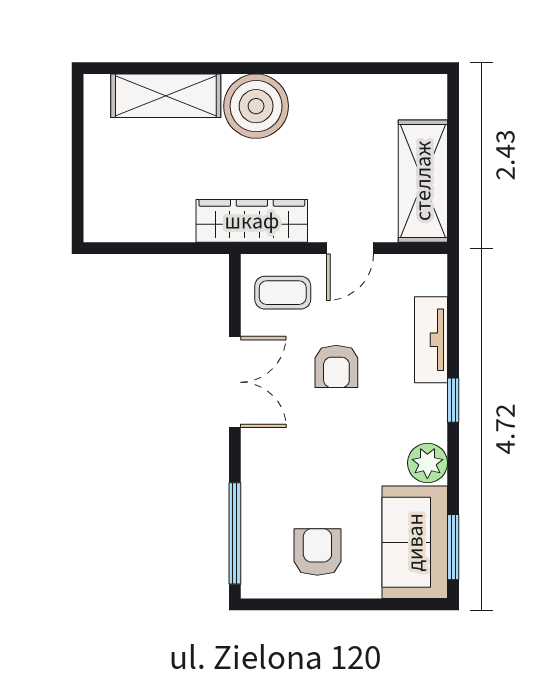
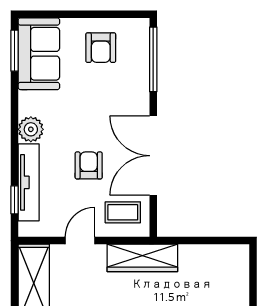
tv unit: (431, 340) -> (29, 182), width x1.41
double door: (235, 382) -> (153, 156), width x1.37
window: (453, 400) -> (15, 200), moved
plant: (427, 463) -> (31, 129), moved

